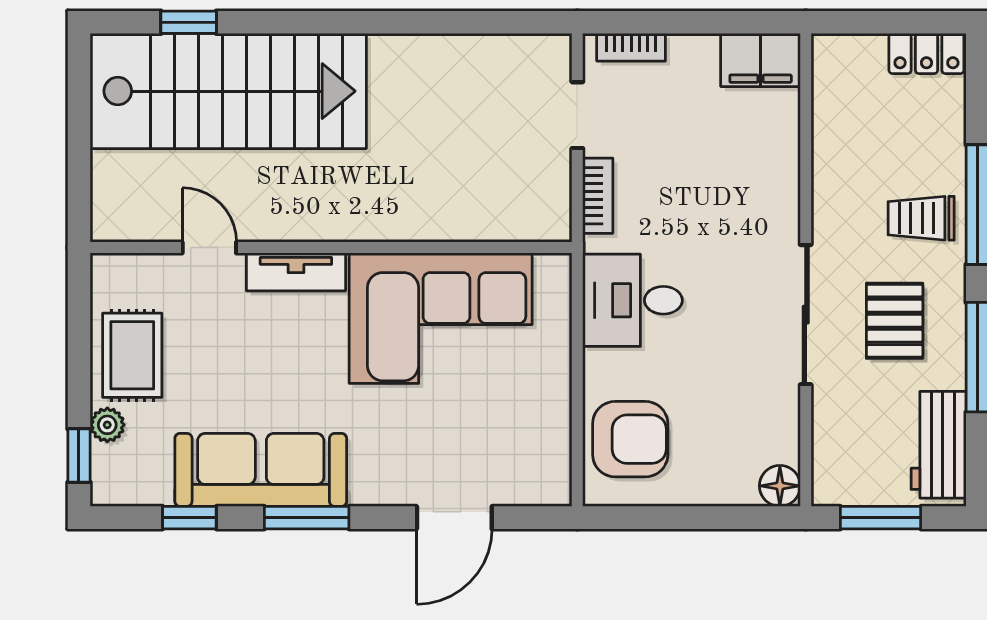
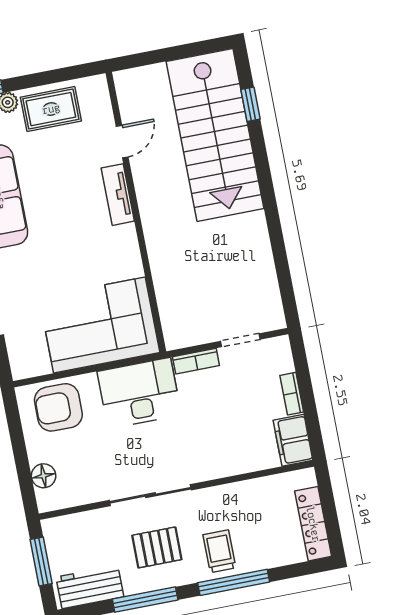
bookcase: (631, 47) -> (292, 394), moved
locker: (926, 54) -> (313, 524), width x1.53
desk: (633, 300) -> (139, 393), width x1.37
corner sofa: (441, 318) -> (99, 325), moved, turned 90
armchair: (630, 439) -> (58, 407), turned 90
floor lamp: (780, 486) -> (44, 476), moved

